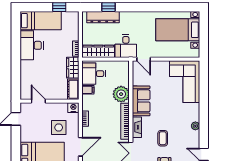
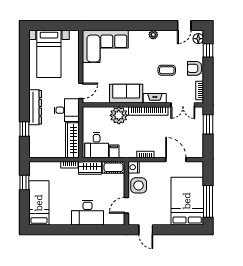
dresser: (103, 17) -> (35, 107), moved
desk: (32, 45) -> (88, 213), moved
side table: (59, 127) -> (139, 185), moved

